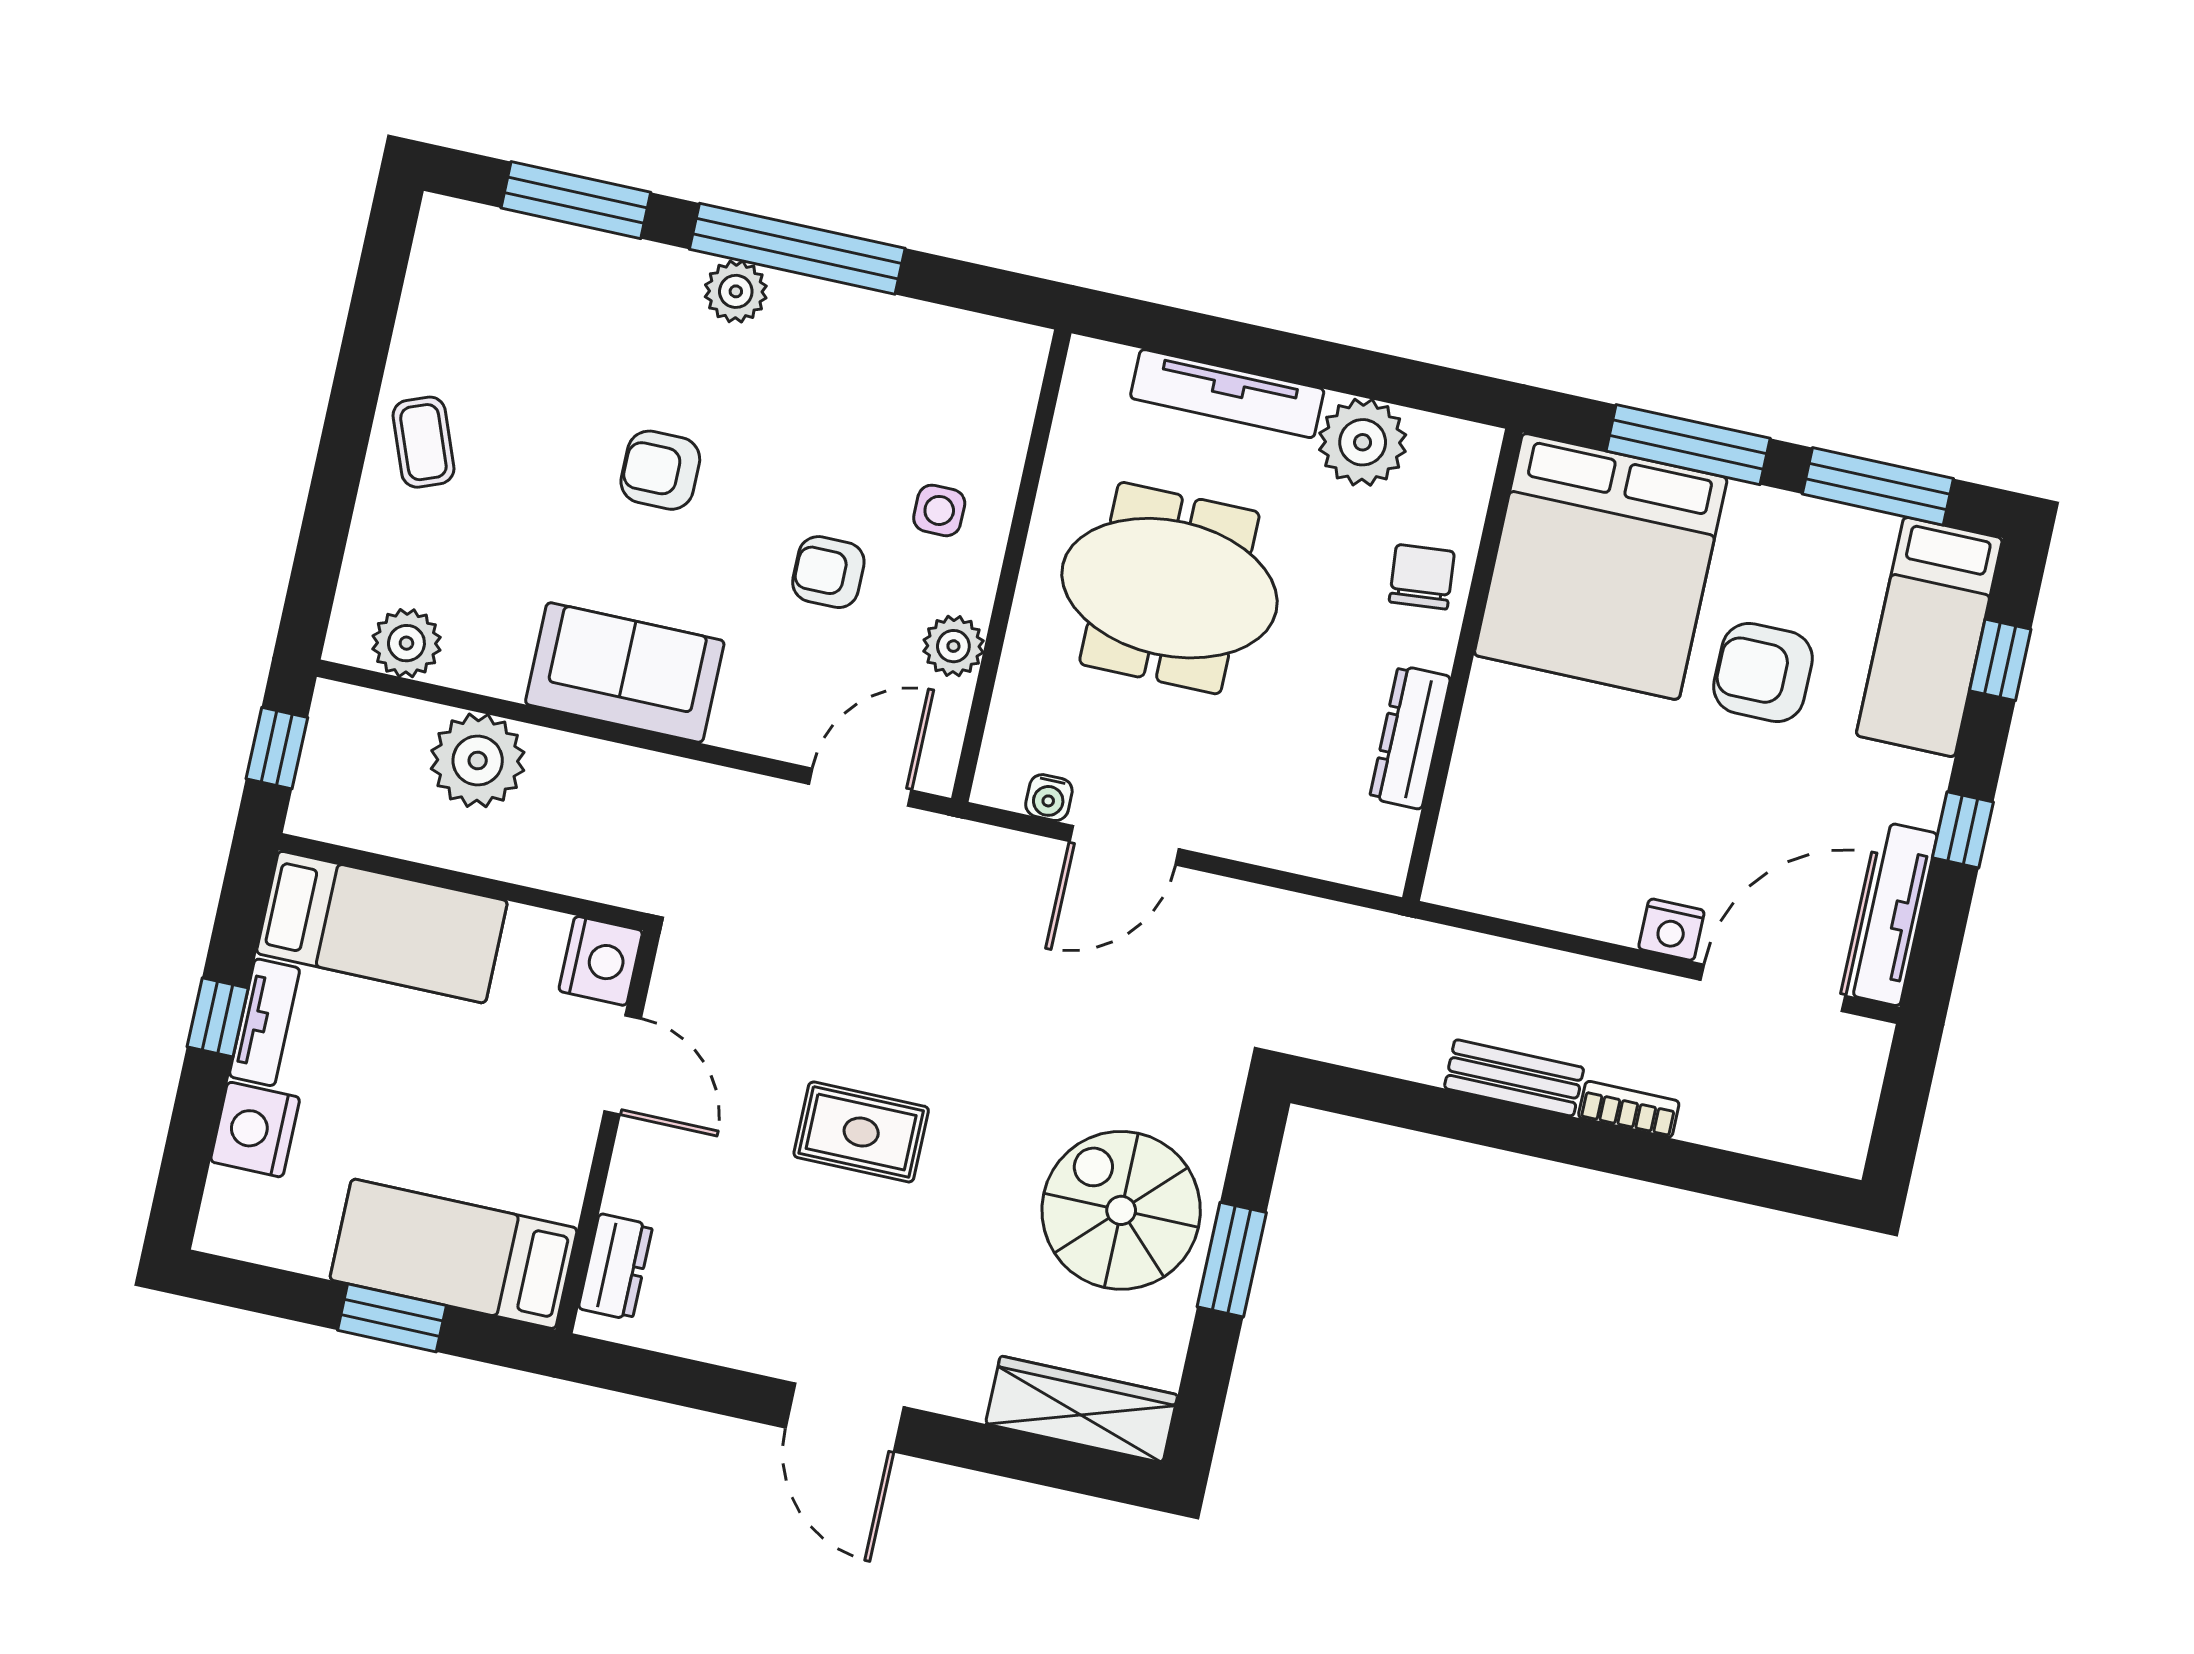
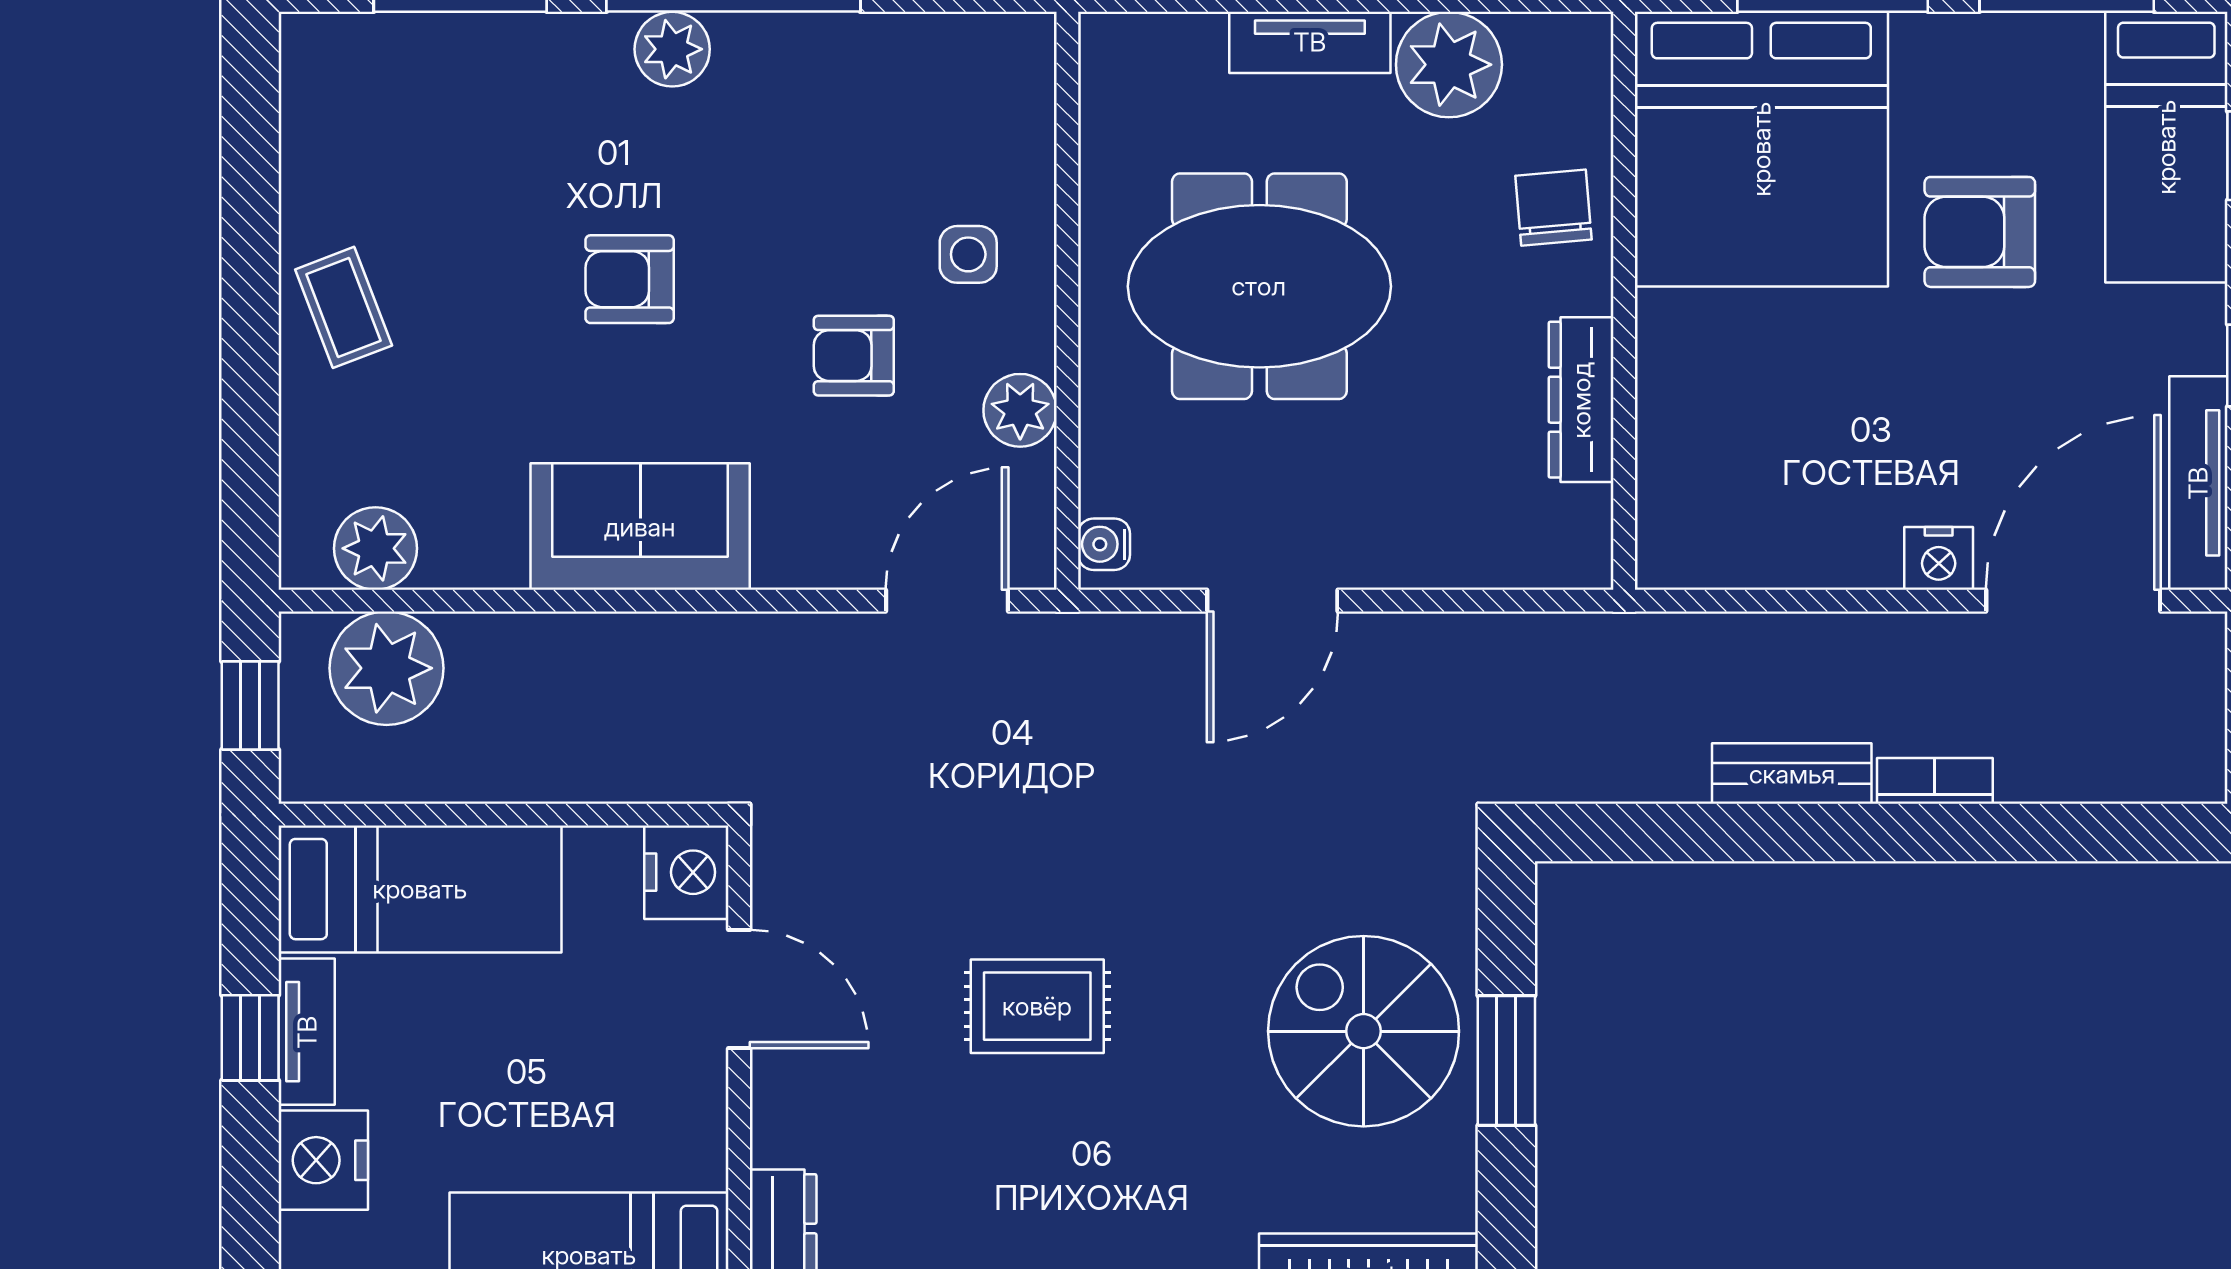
tv unit: (1227, 394) -> (1310, 42), width x0.71
plant: (478, 760) -> (386, 668), moved
water cooler: (1049, 798) -> (1104, 544), moved, turned 90

